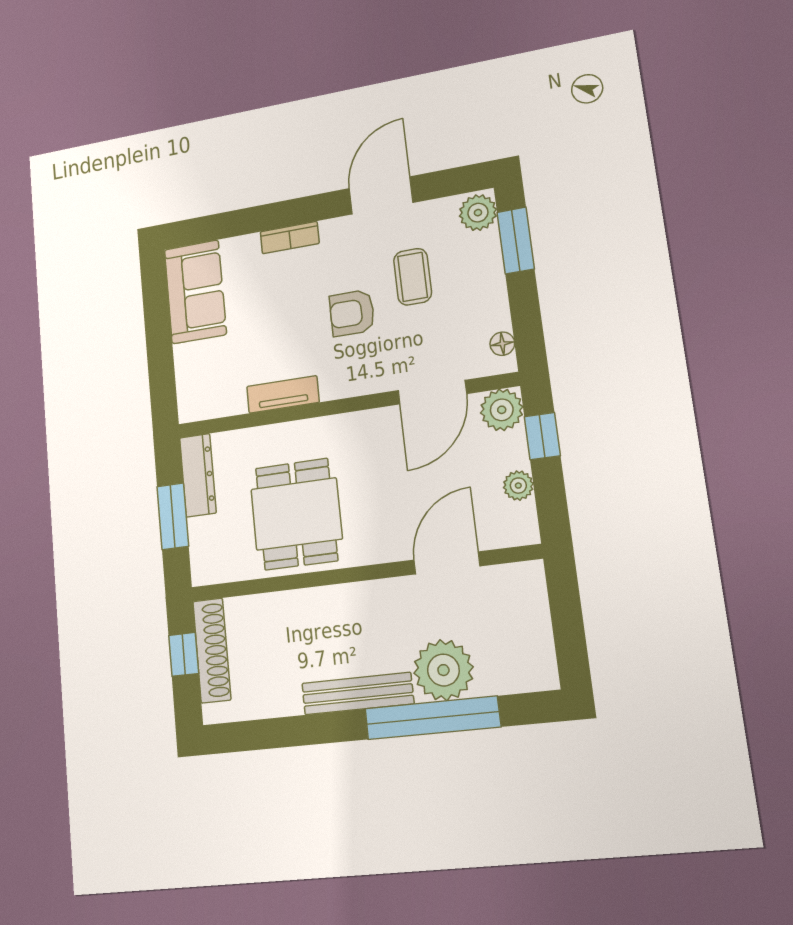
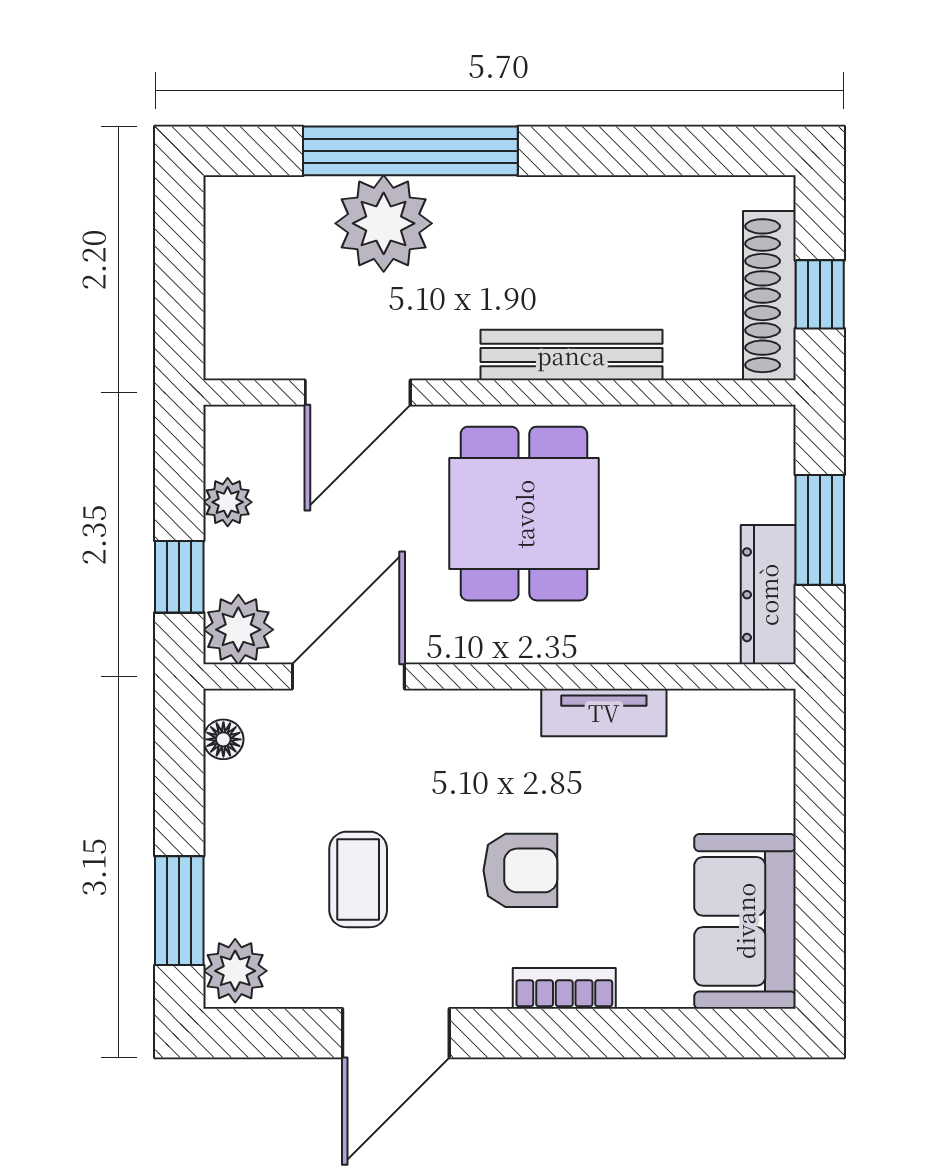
armchair: (352, 313) -> (520, 870), moved
dining table: (296, 514) -> (524, 514), moved
bench: (358, 694) -> (571, 355), moved

